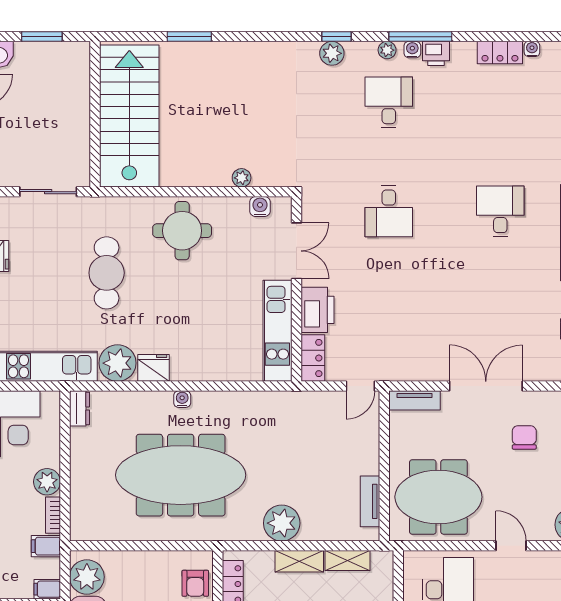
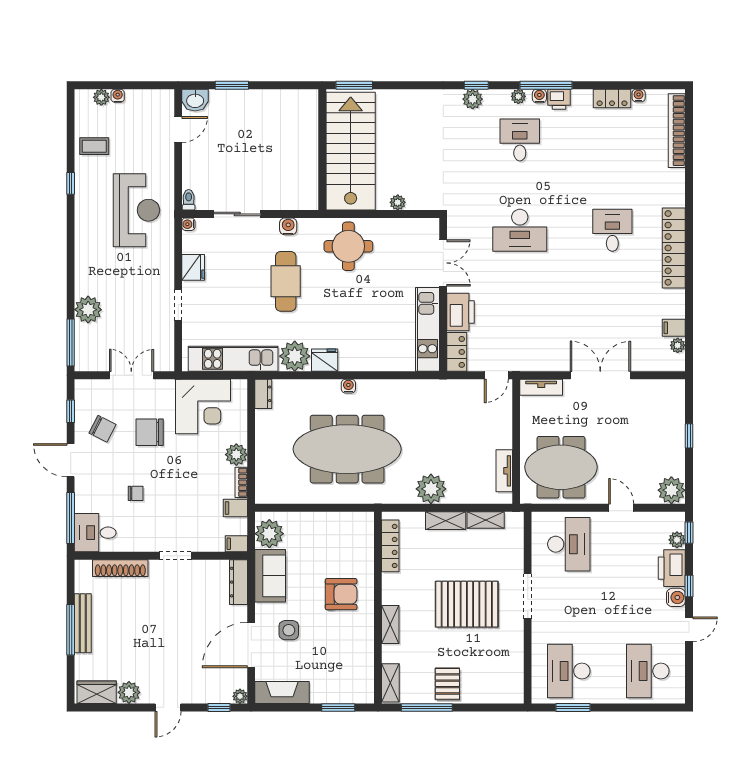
wall: (95, 114) -> (322, 150), moved
stairs: (129, 116) -> (351, 151), moved
water cooler: (260, 207) -> (288, 226), moved
desk: (389, 211) -> (520, 230), width x1.37
chair: (524, 437) -> (632, 418), removed
armchair: (195, 583) -> (359, 539), removed

